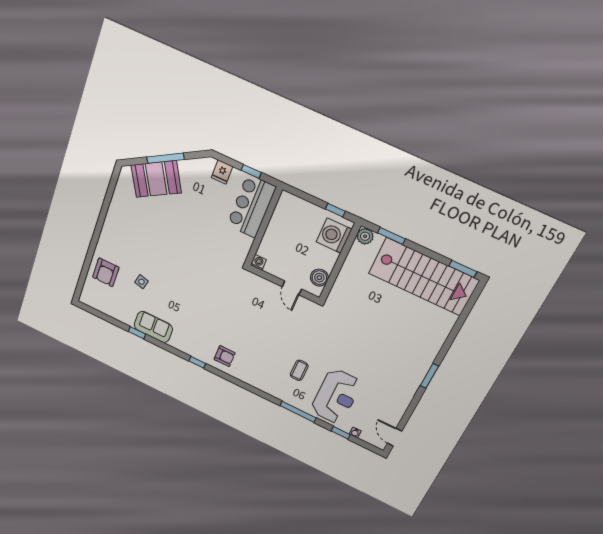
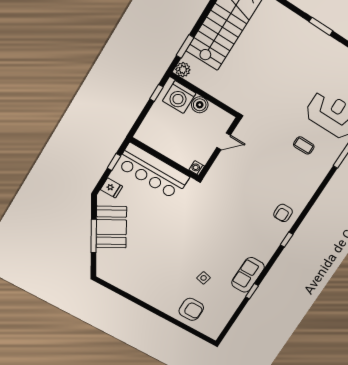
booth: (156, 179) -> (111, 227), moved
bar counter: (251, 206) -> (153, 171), width x1.36
boiler: (319, 278) -> (200, 105), moved
armchair: (225, 356) -> (283, 213), turned 180

